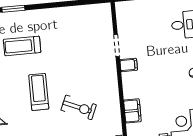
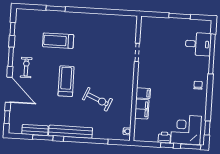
filing cabinet: (129, 65) -> (143, 93), moved

